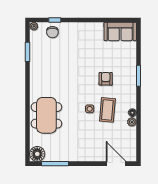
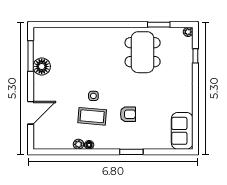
chair: (52, 32) -> (181, 53), removed
dining table: (46, 115) -> (143, 52), moved, turned 90
floor lamp: (37, 154) -> (42, 66), moved
door: (116, 164) -> (31, 113), moved

